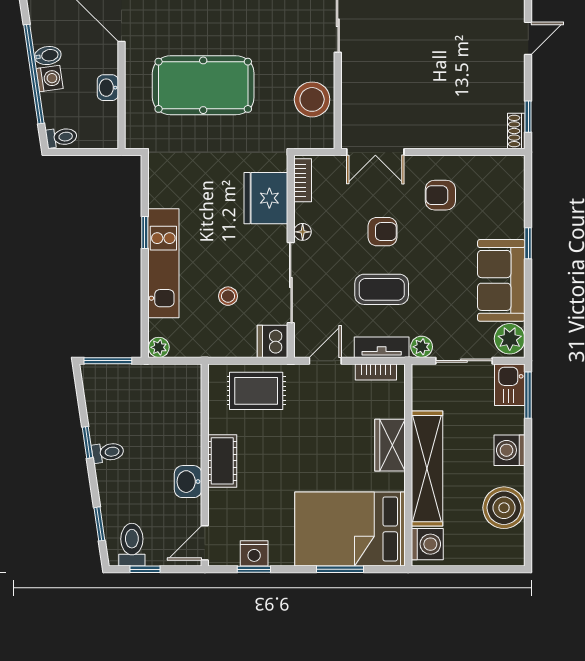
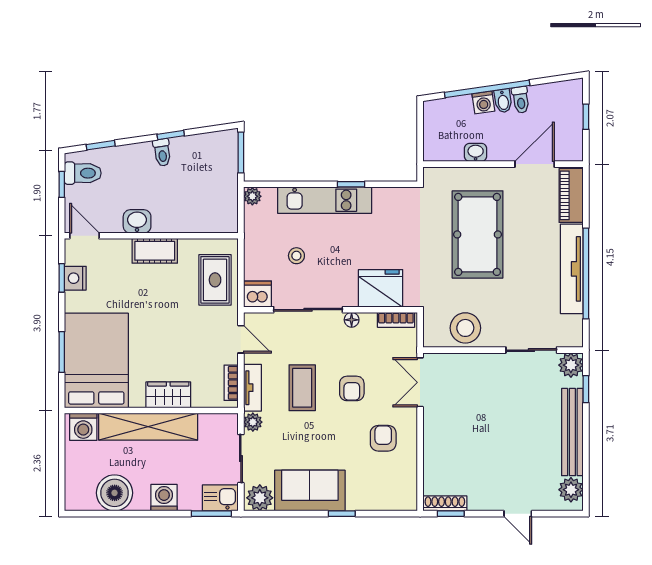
shoe rack: (516, 131) -> (445, 503), width x1.43
toilet: (61, 137) -> (521, 100), moved

